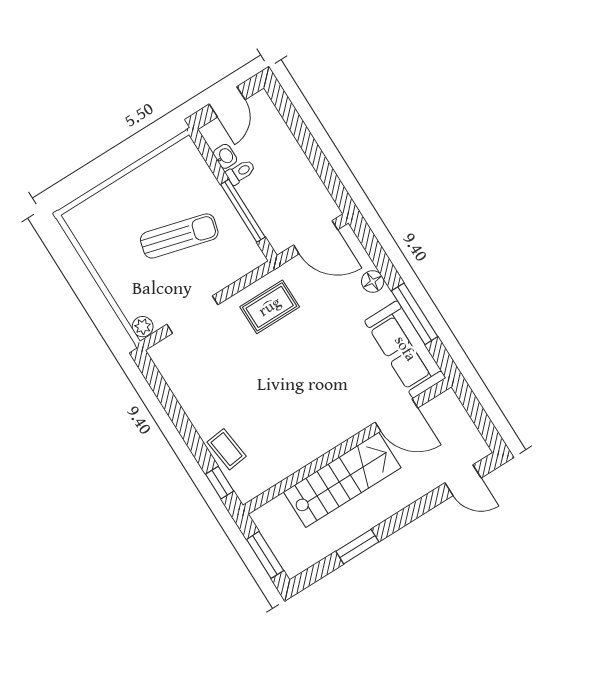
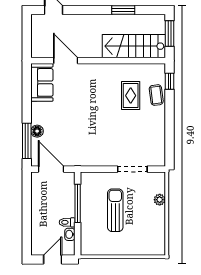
sun lounger: (179, 236) -> (115, 210), turned 75
rug: (270, 307) -> (131, 96), moved, turned 90
window: (415, 314) -> (27, 141), moved
plant: (143, 327) -> (160, 200), moved
sofa: (405, 349) -> (42, 82), width x0.73
stairs: (342, 480) -> (134, 46), moved

